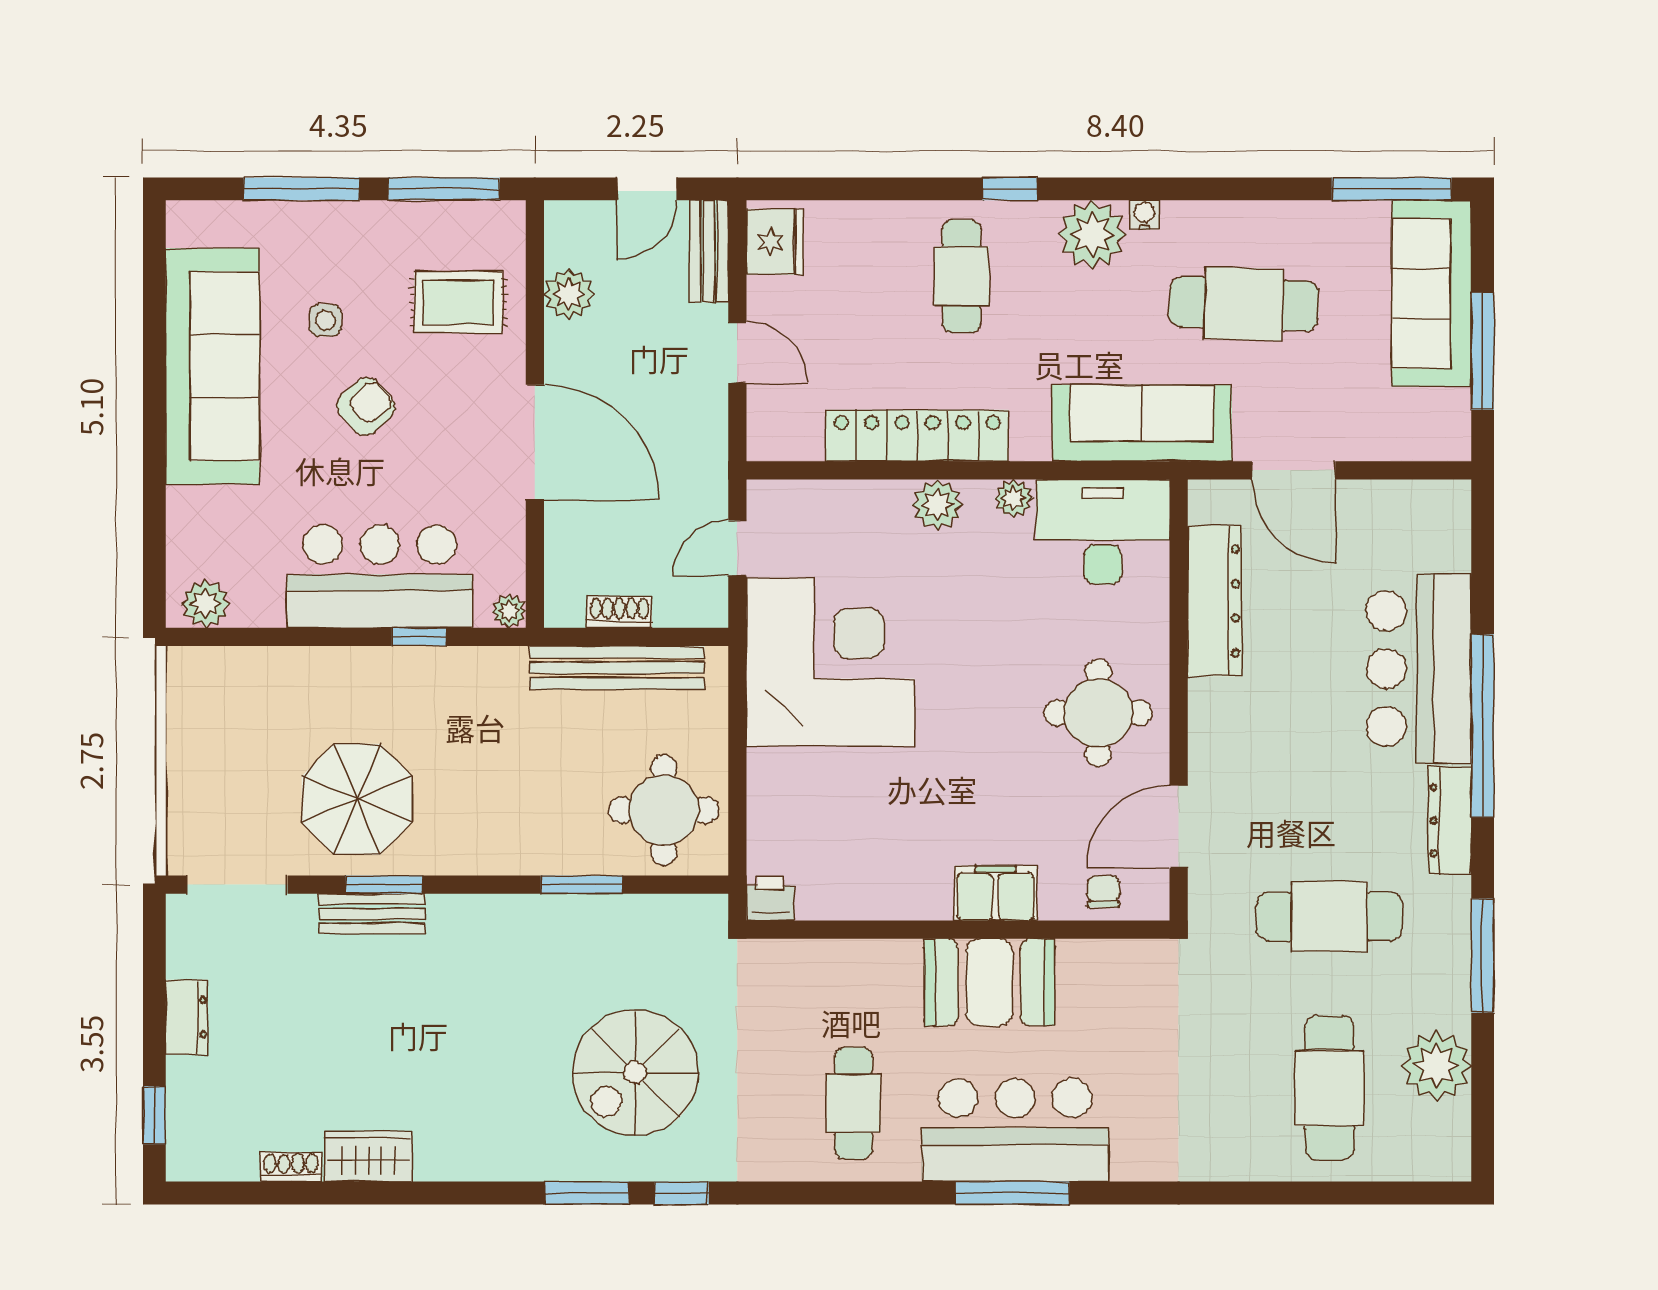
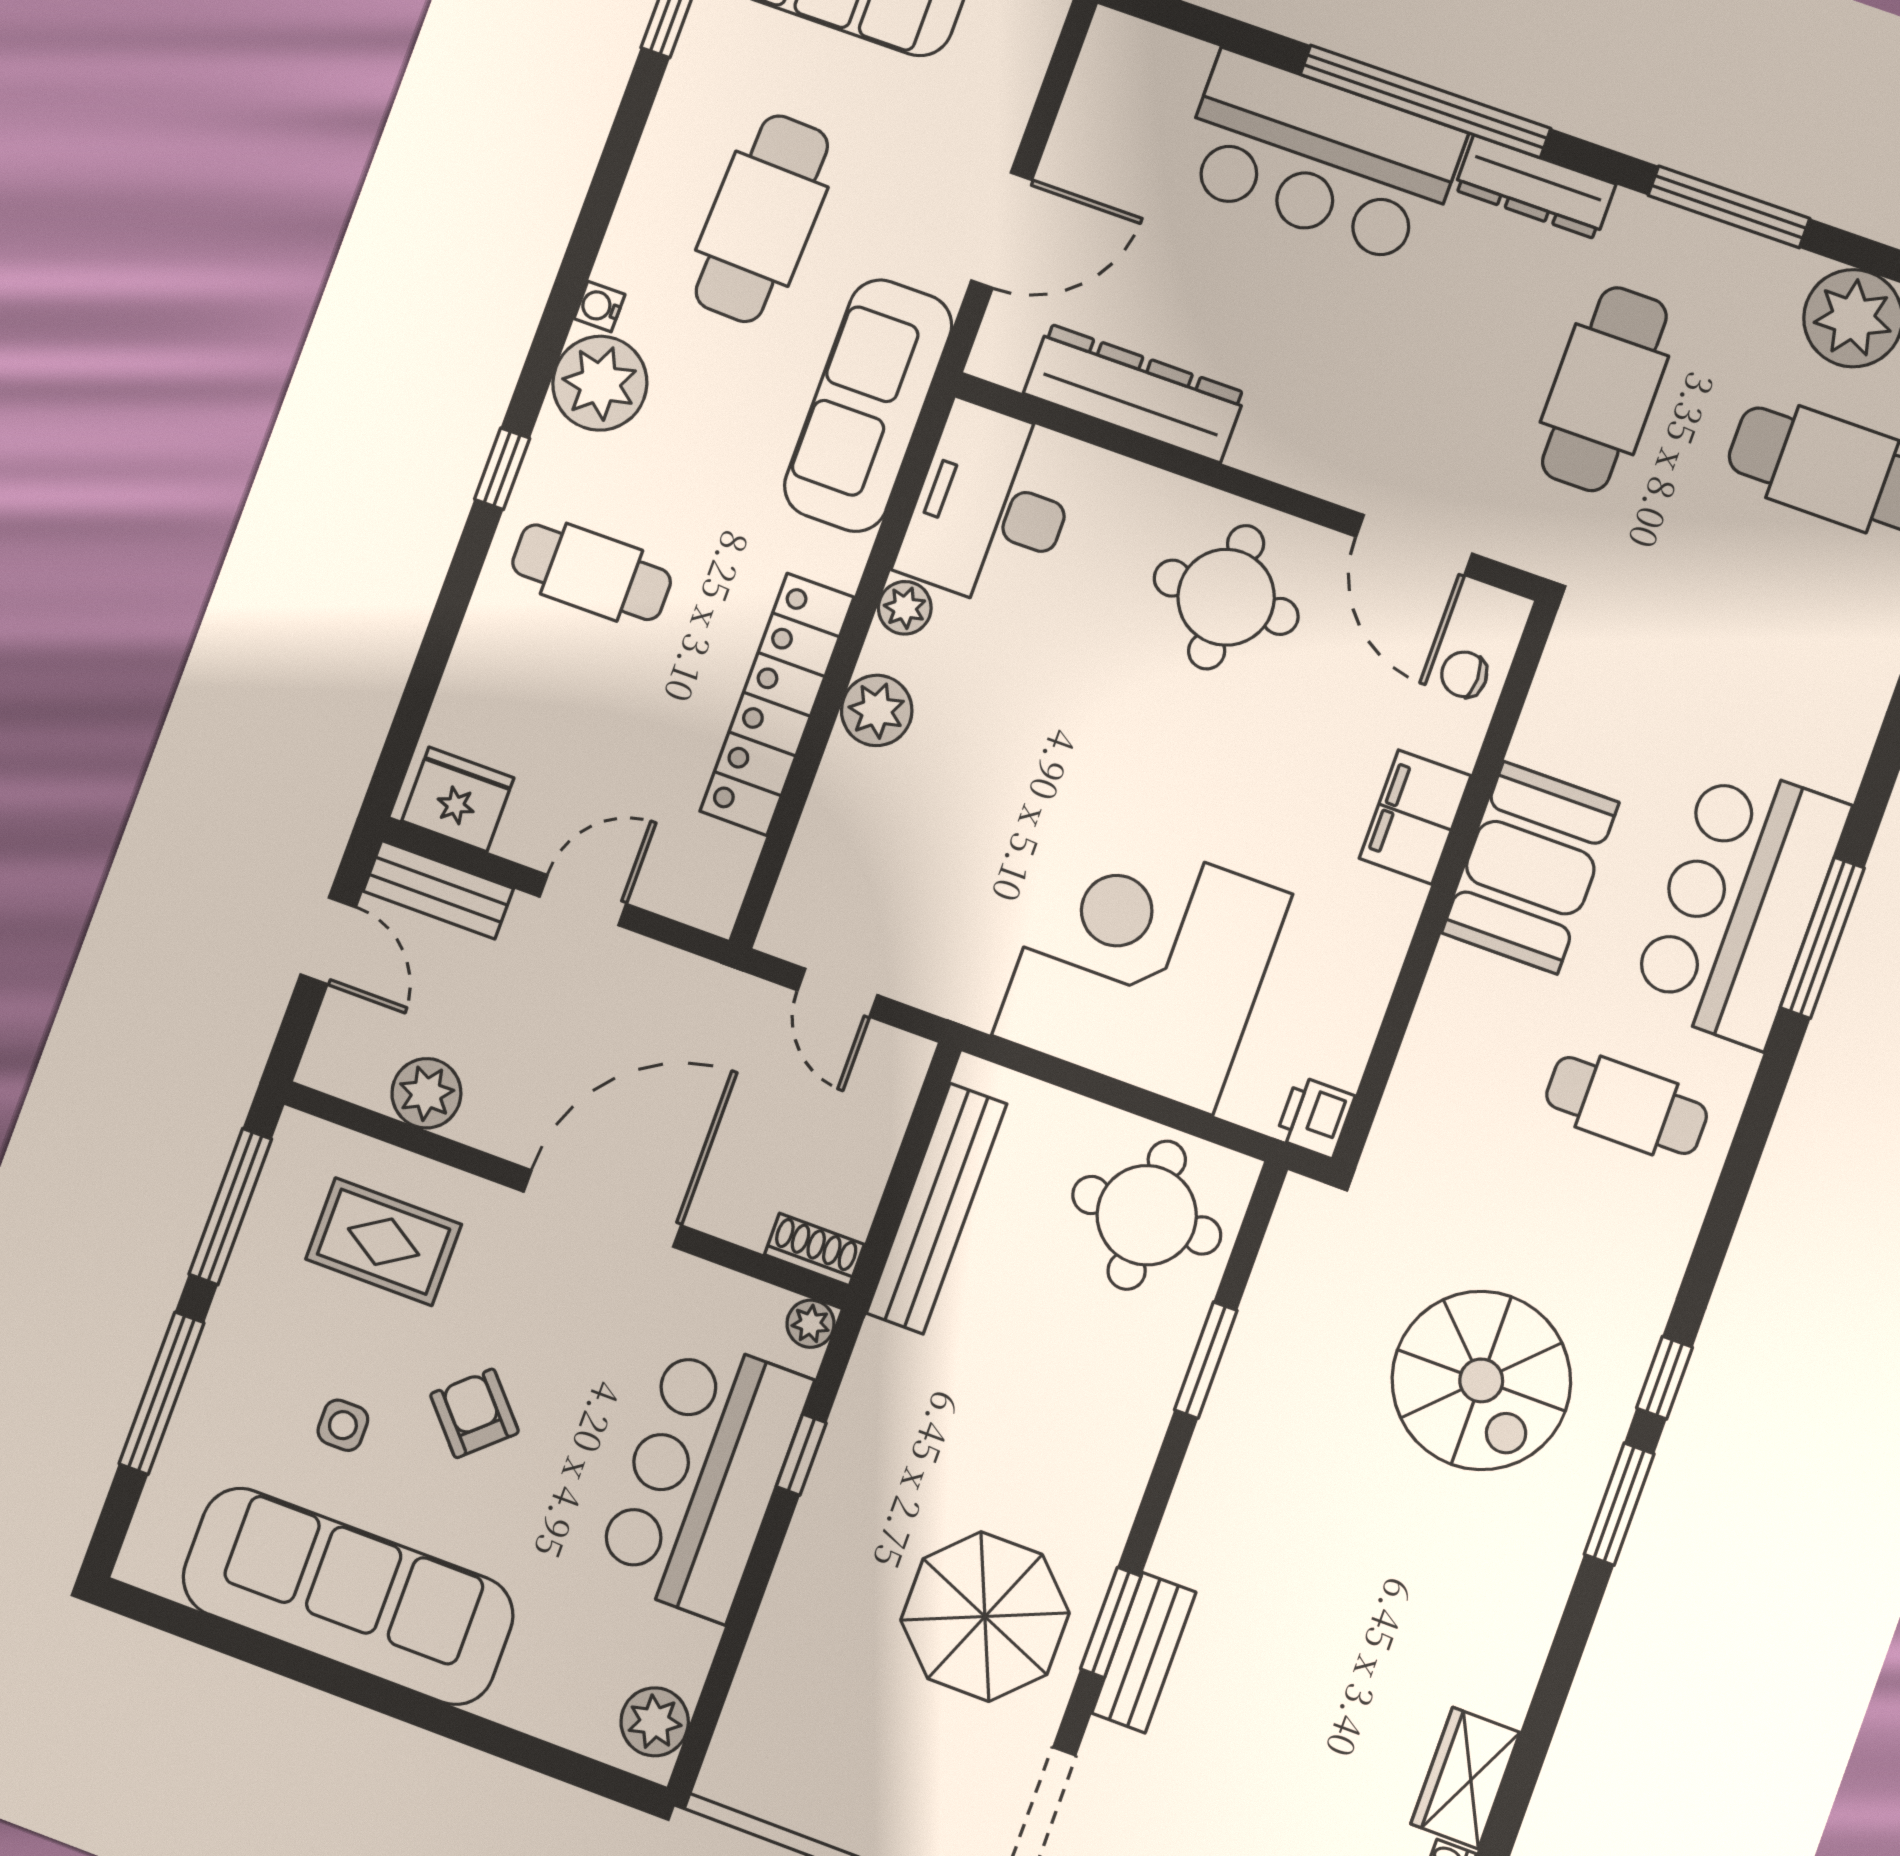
rug: (458, 302) -> (384, 1242), turned 90
shoe rack: (620, 612) -> (814, 1249), moved, turned 90
corner desk: (830, 662) -> (1142, 965), moved

